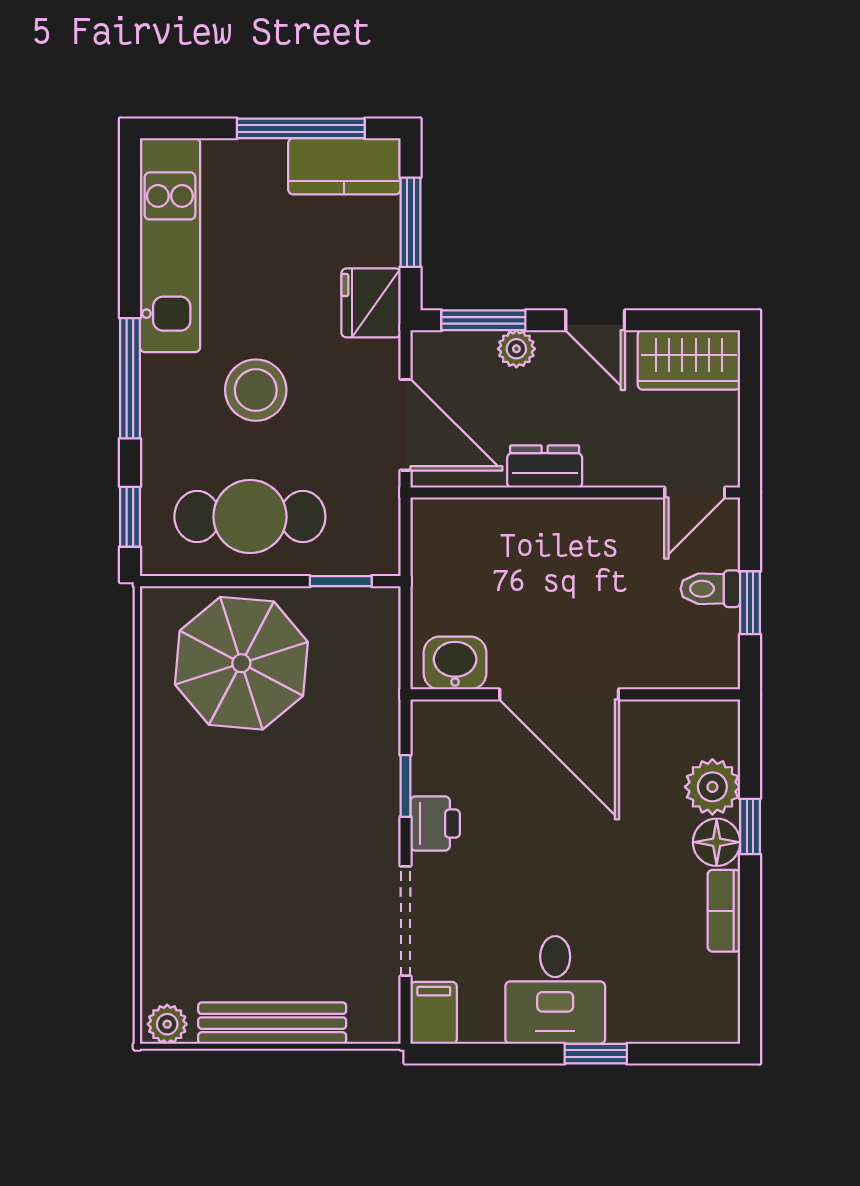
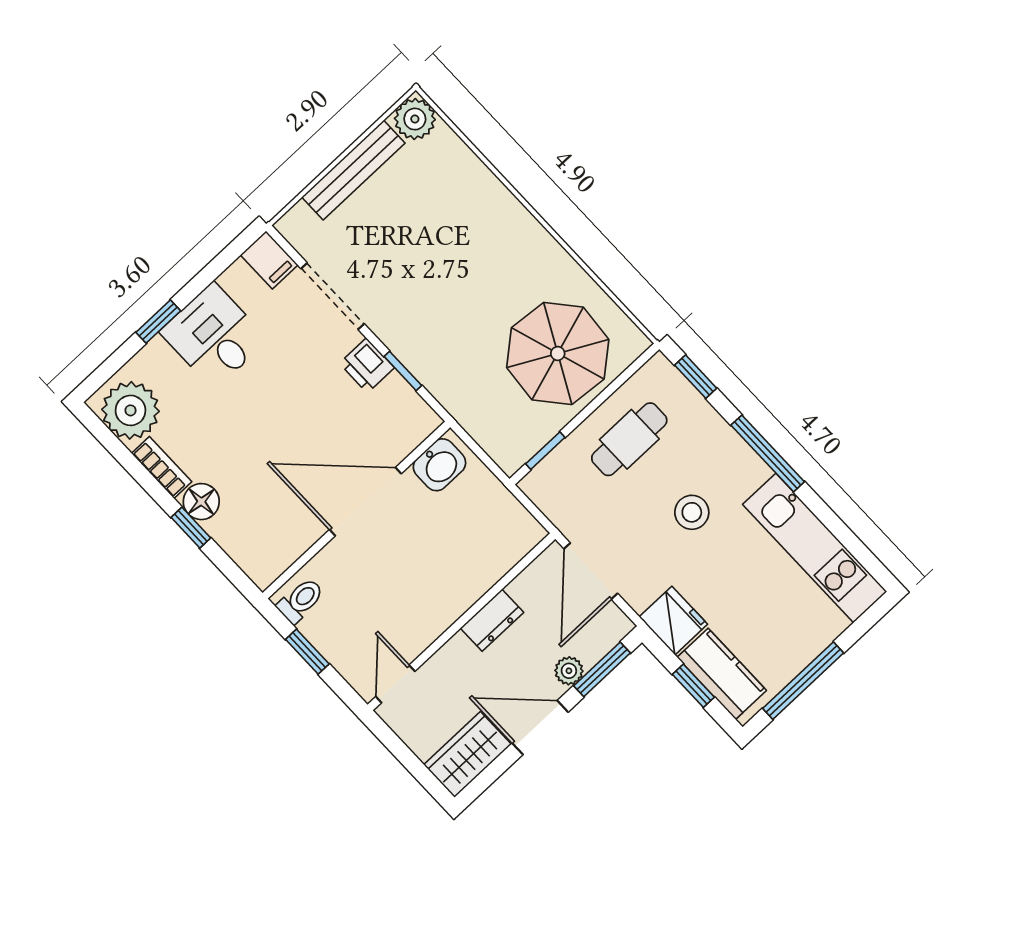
kitchen counter: (344, 166) -> (722, 674), moved, turned 90
window: (410, 222) -> (693, 686), width x0.67
door: (595, 320) -> (540, 728), width x1.38
stool: (256, 390) -> (692, 512), width x0.73, depth x0.73
door: (406, 425) -> (591, 571), hinge flipped
cafe table: (250, 517) -> (629, 439), width x0.73, depth x0.74
toilet: (710, 589) -> (301, 600), moved
plant: (712, 787) -> (131, 410), moved, width x1.36, depth x1.36
plant: (167, 1024) -> (415, 119), width x1.38, depth x1.38

